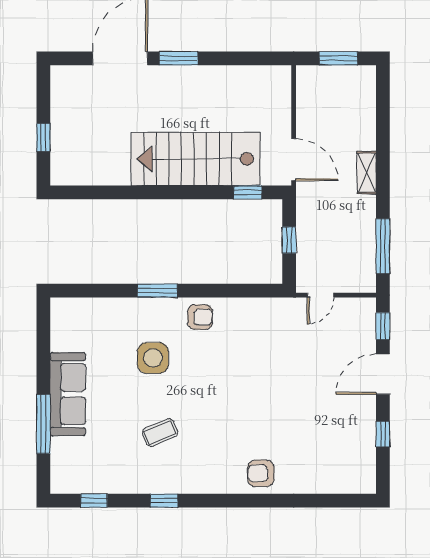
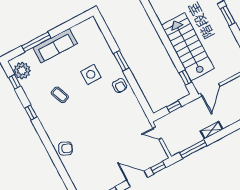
shelving: (367, 173) -> (212, 130), moved
armchair: (261, 473) -> (65, 148), turned 114
plant: (81, 477) -> (22, 71), added

